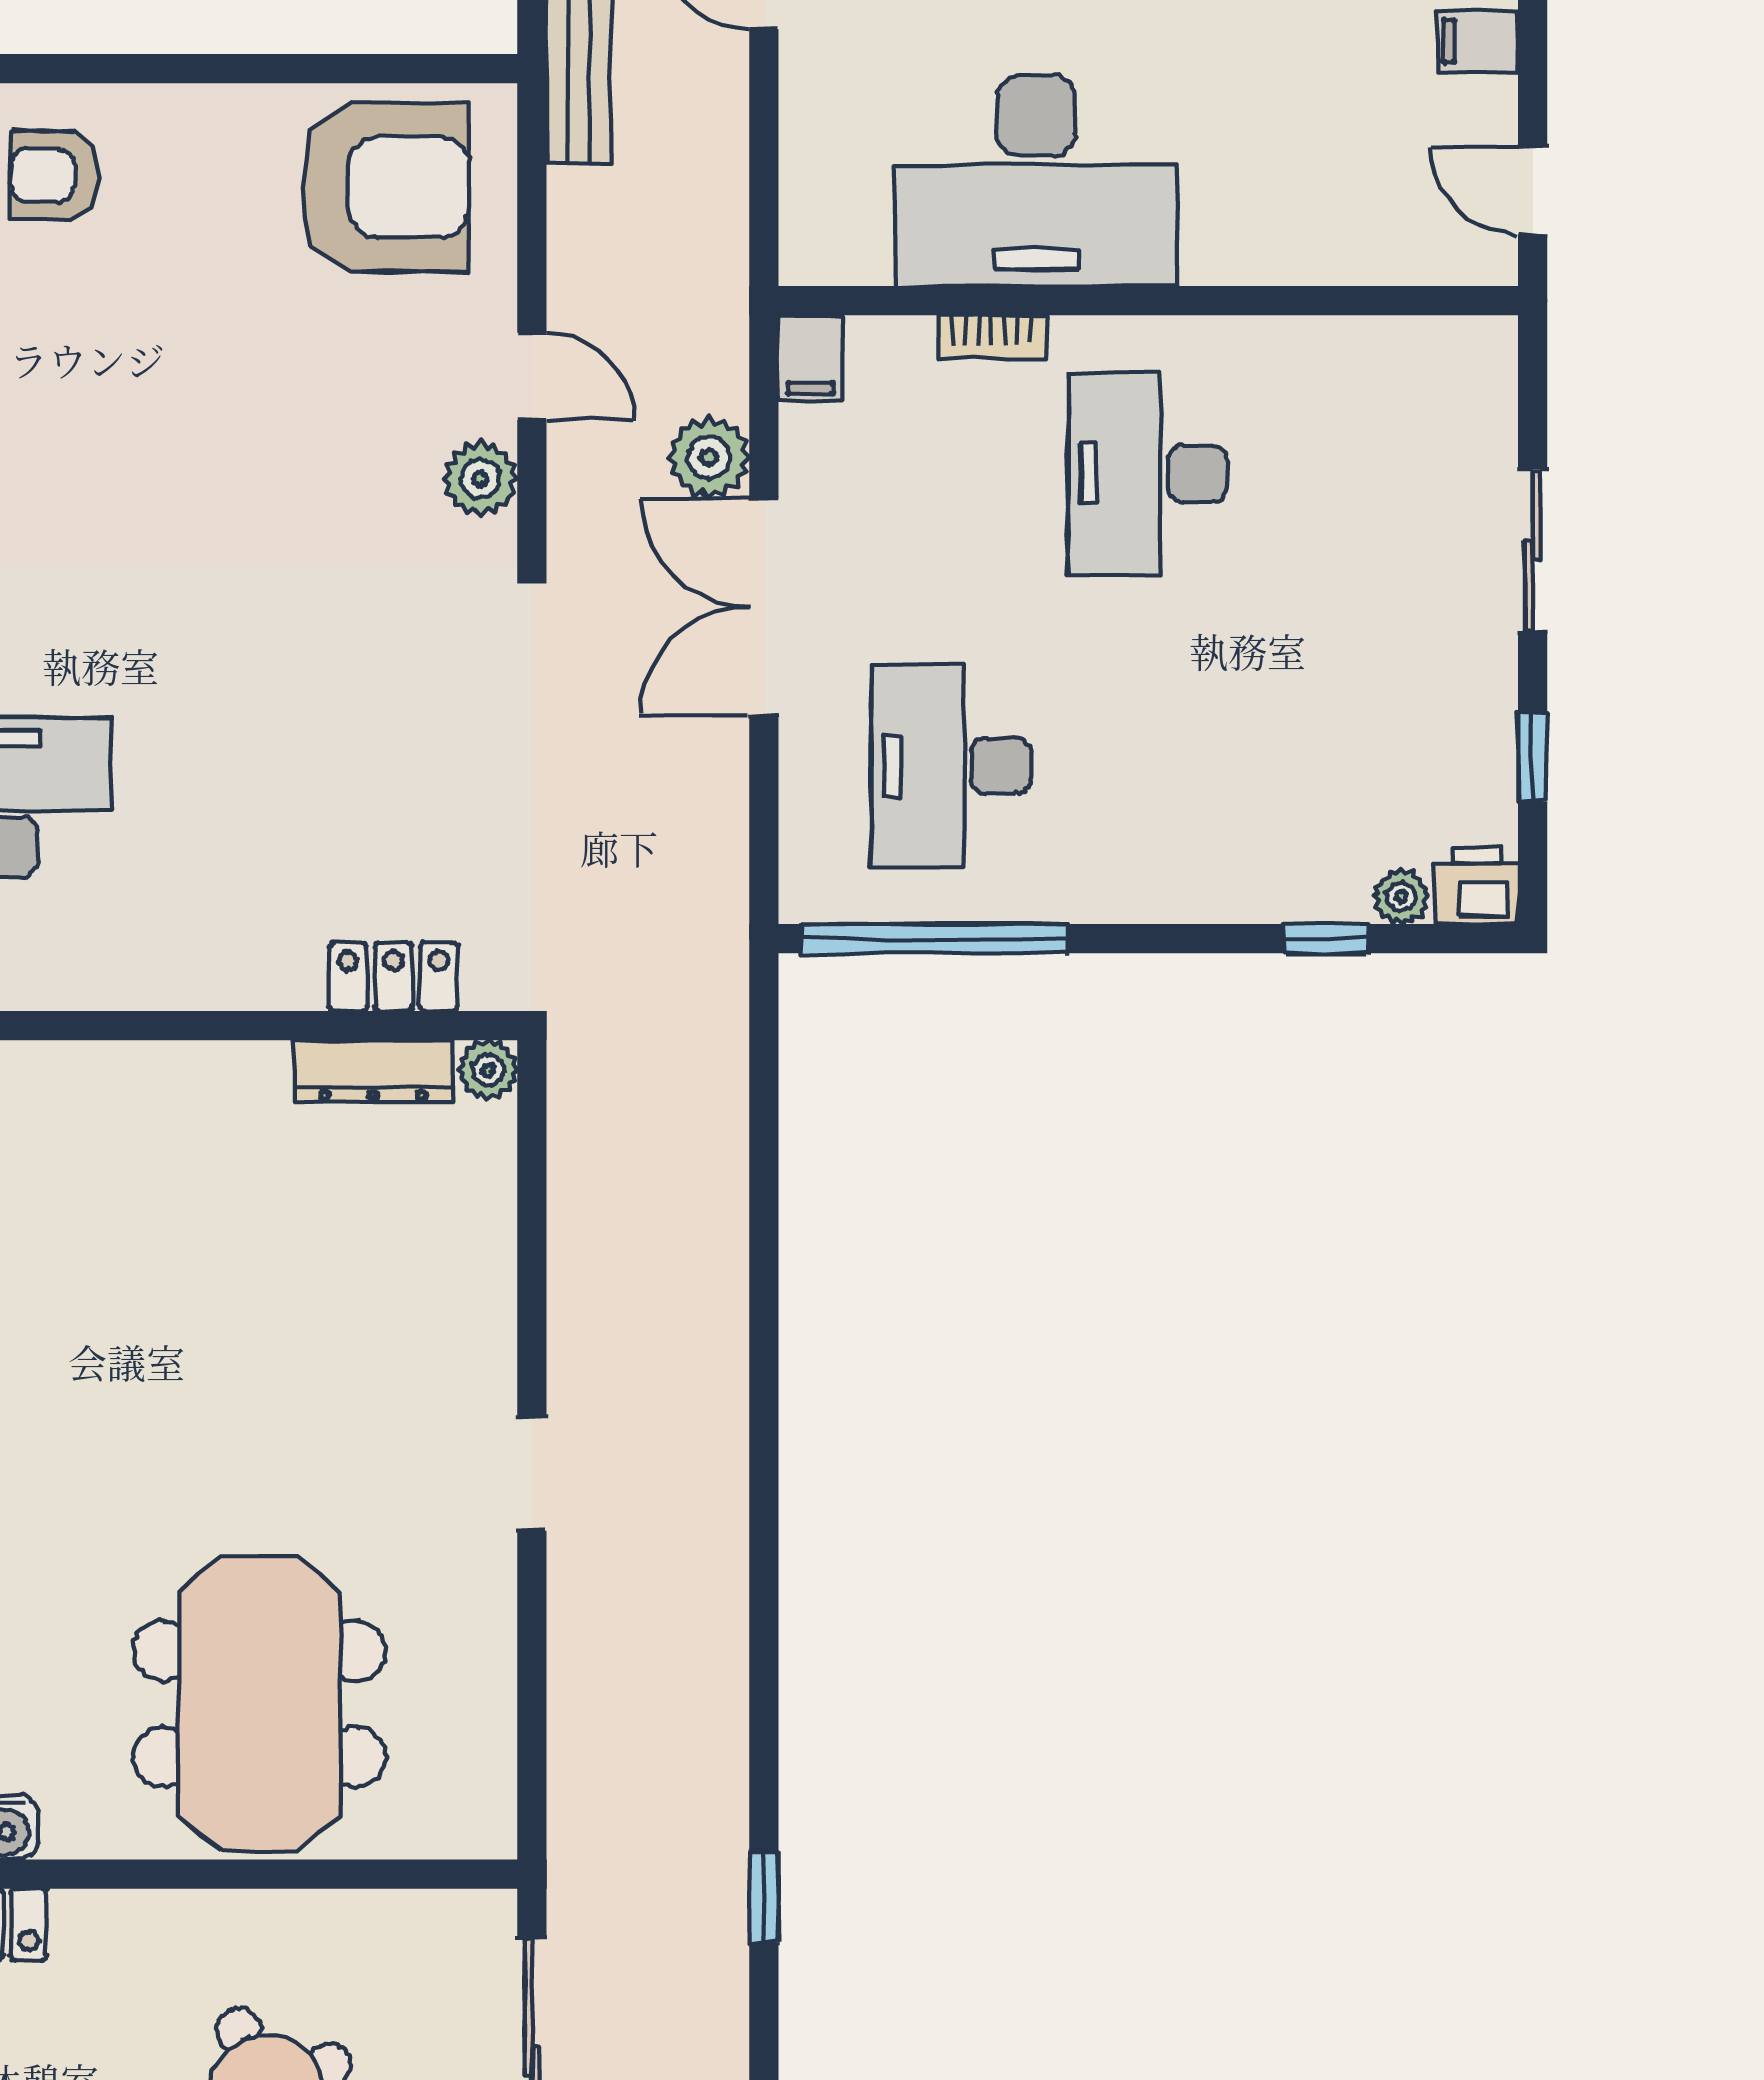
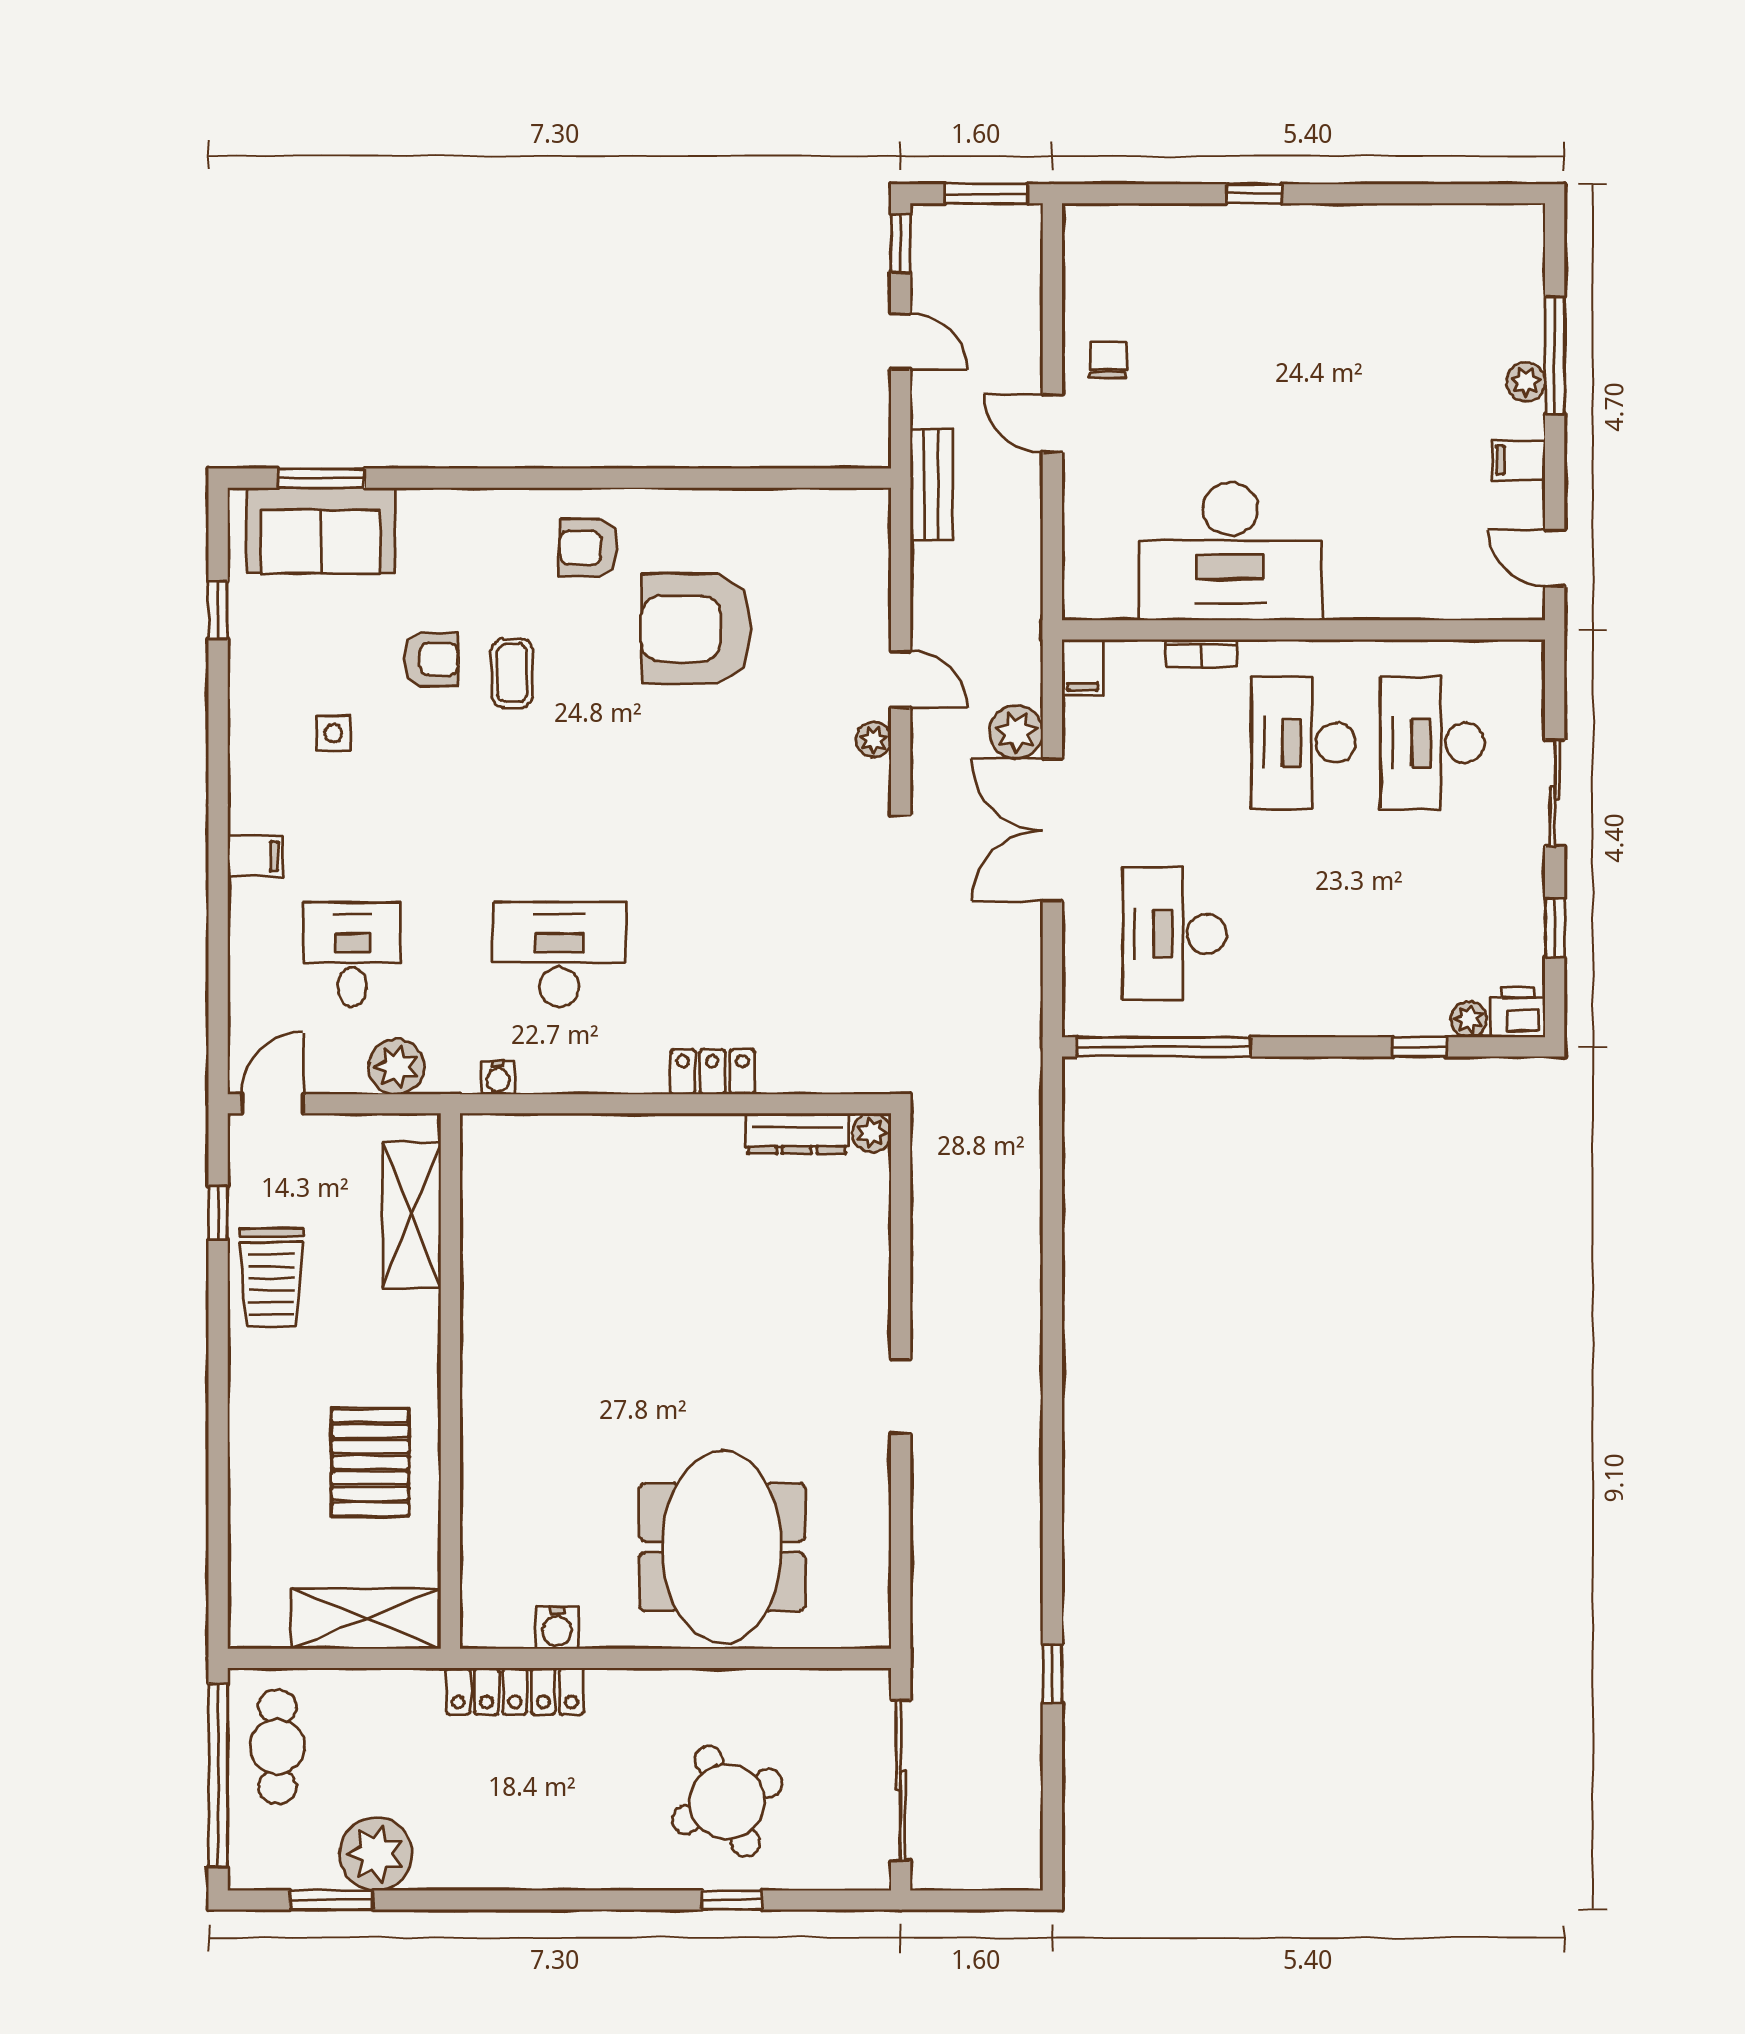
armchair: (385, 187) -> (696, 629), moved, turned 180
desk: (1346, 474) -> (1432, 743), added
plant: (480, 479) -> (874, 740), width x0.73, depth x0.73
locker: (393, 977) -> (712, 1072), moved

